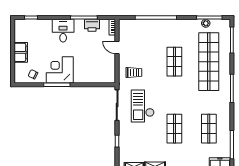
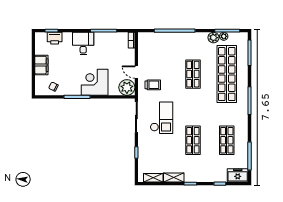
printer: (92, 25) -> (55, 38), moved
plant: (195, 25) -> (213, 38), added
door: (117, 47) -> (136, 72), moved
corner desk: (60, 70) -> (95, 82), moved
plant: (107, 75) -> (127, 87), added
checkout: (143, 106) -> (162, 118), turned 180

